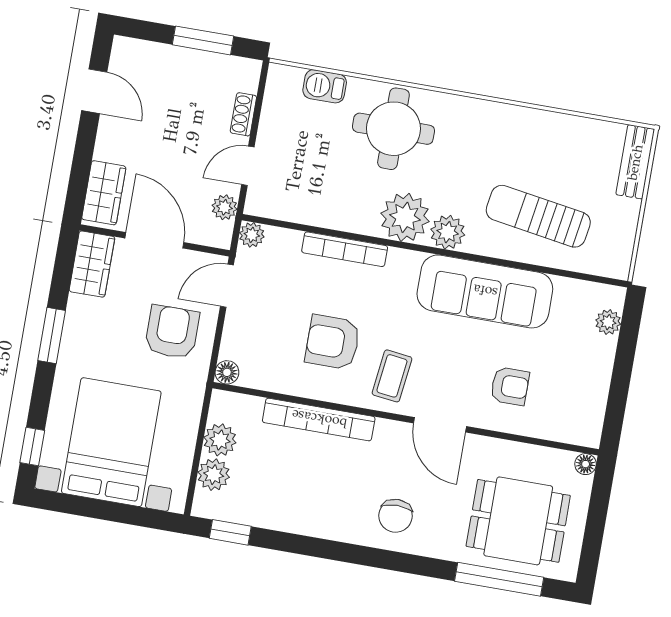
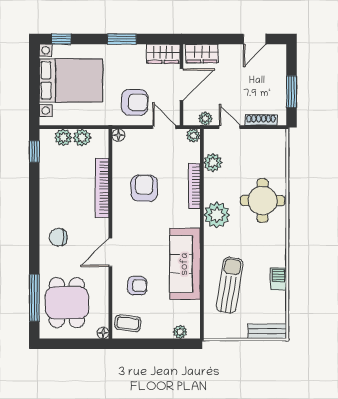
barbecue: (325, 86) -> (279, 279), moved
shoe rack: (243, 114) -> (261, 120), width x1.43
plant: (448, 232) -> (213, 163), moved
coffee table: (392, 376) -> (128, 323), moved
armchair: (510, 386) -> (137, 286), turned -90

